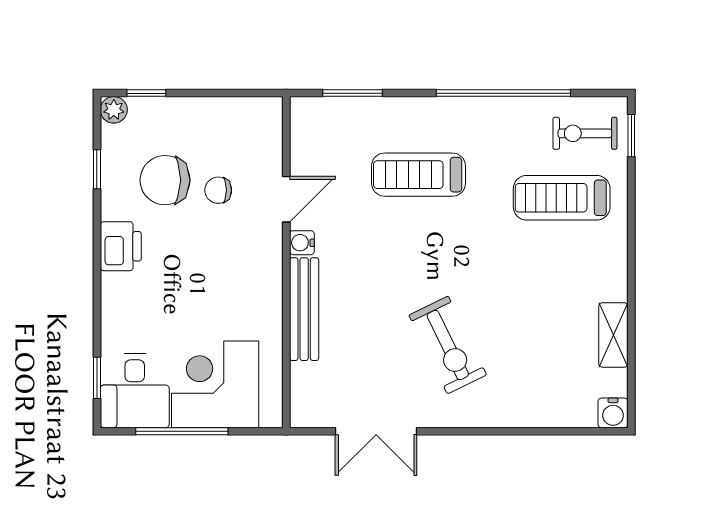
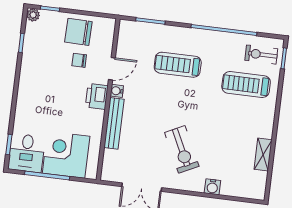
chair: (165, 180) -> (78, 32), moved
printer: (121, 246) -> (97, 96), moved, turned 180
water cooler: (613, 413) -> (212, 187), moved

